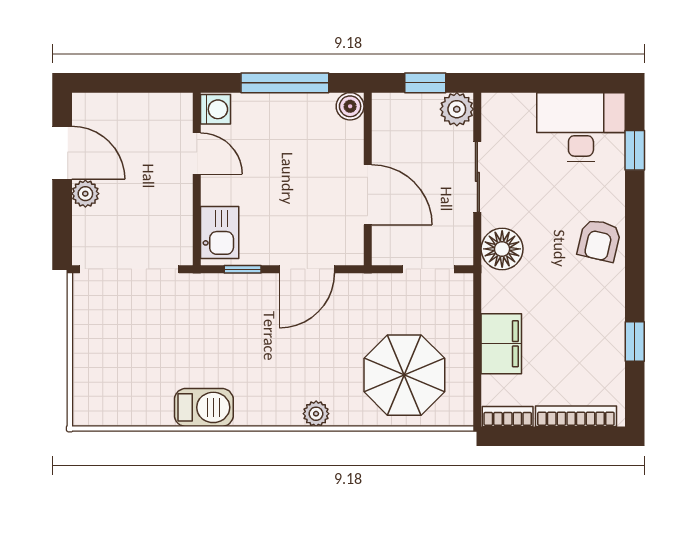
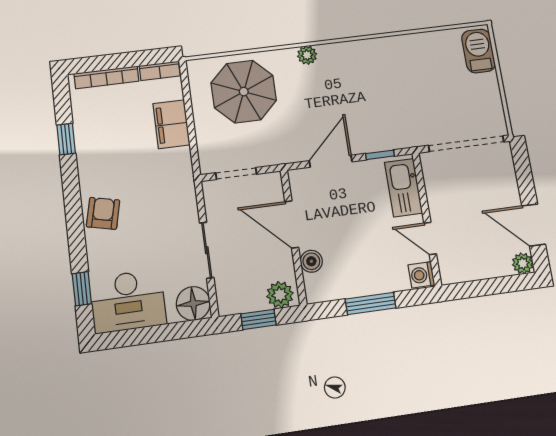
window: (285, 83) -> (371, 304), width x0.69
boiler: (350, 106) -> (311, 261), moved
plant: (457, 109) -> (280, 295), moved
plant: (85, 194) -> (523, 263), moved
kitchen sink: (220, 233) -> (404, 188), width x1.38
floor lamp: (502, 249) -> (193, 304), moved
barbecue: (204, 407) -> (478, 51), moved, turned 90

